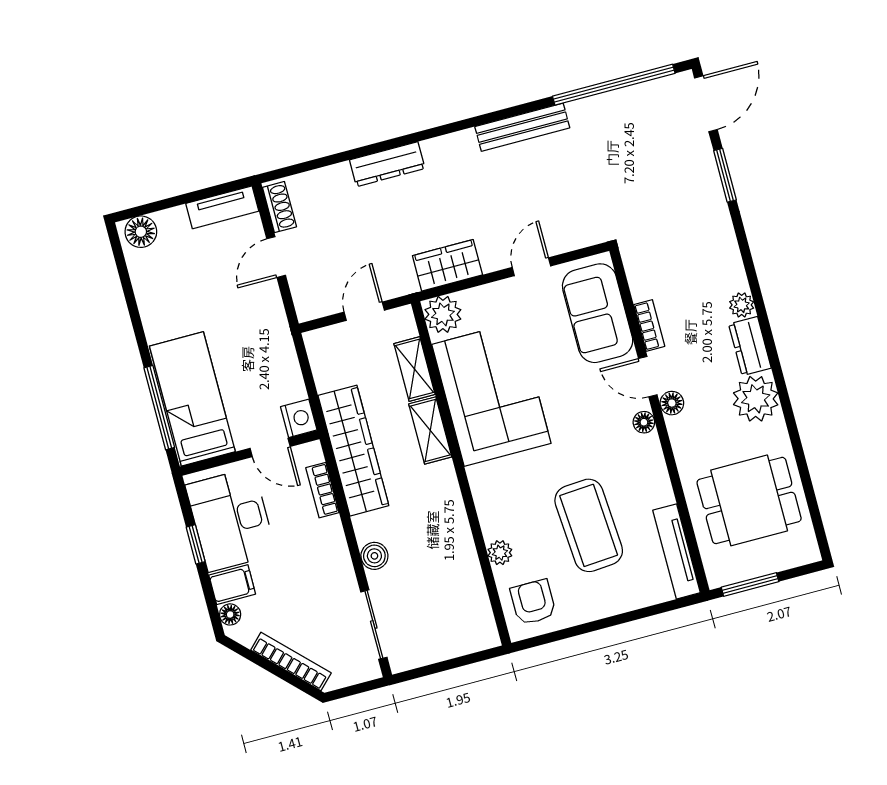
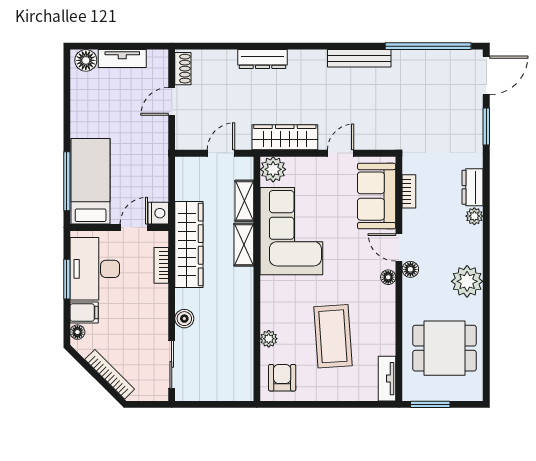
tv unit: (222, 207) -> (122, 59), moved
wardrobe: (447, 265) -> (285, 137), width x1.50
bookcase: (649, 326) -> (409, 191), moved
dresser: (750, 346) -> (473, 187), moved
door: (270, 447) -> (134, 228), swing flipped
window: (196, 544) -> (67, 279), width x1.50
tv unit: (677, 551) -> (387, 379), width x0.71

